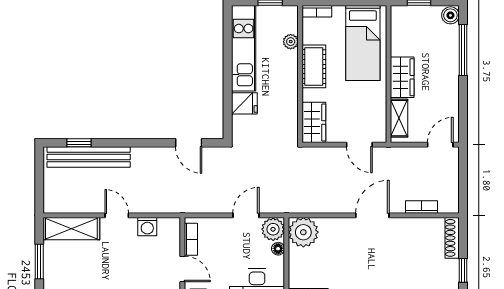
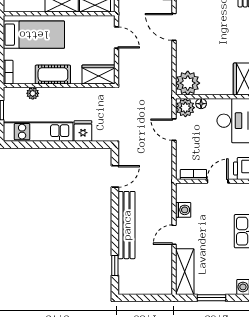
door: (359, 145) -> (117, 37), hinge flipped
bench: (89, 157) -> (127, 225), moved

